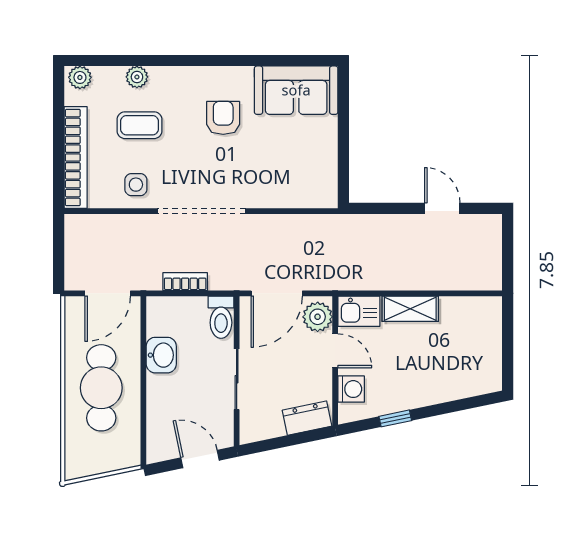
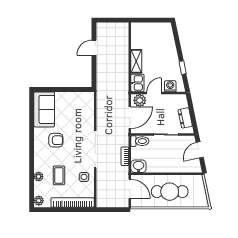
armchair: (223, 118) -> (56, 140), turned 180
door: (277, 293) -> (130, 118), hinge flipped
washbasin: (161, 355) -> (138, 166), moved
dresser: (307, 418) -> (185, 118), moved

